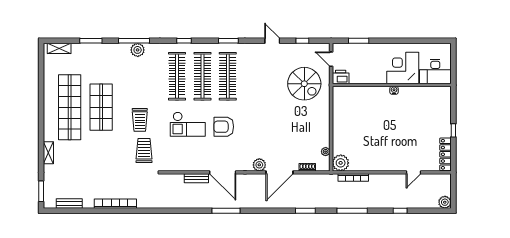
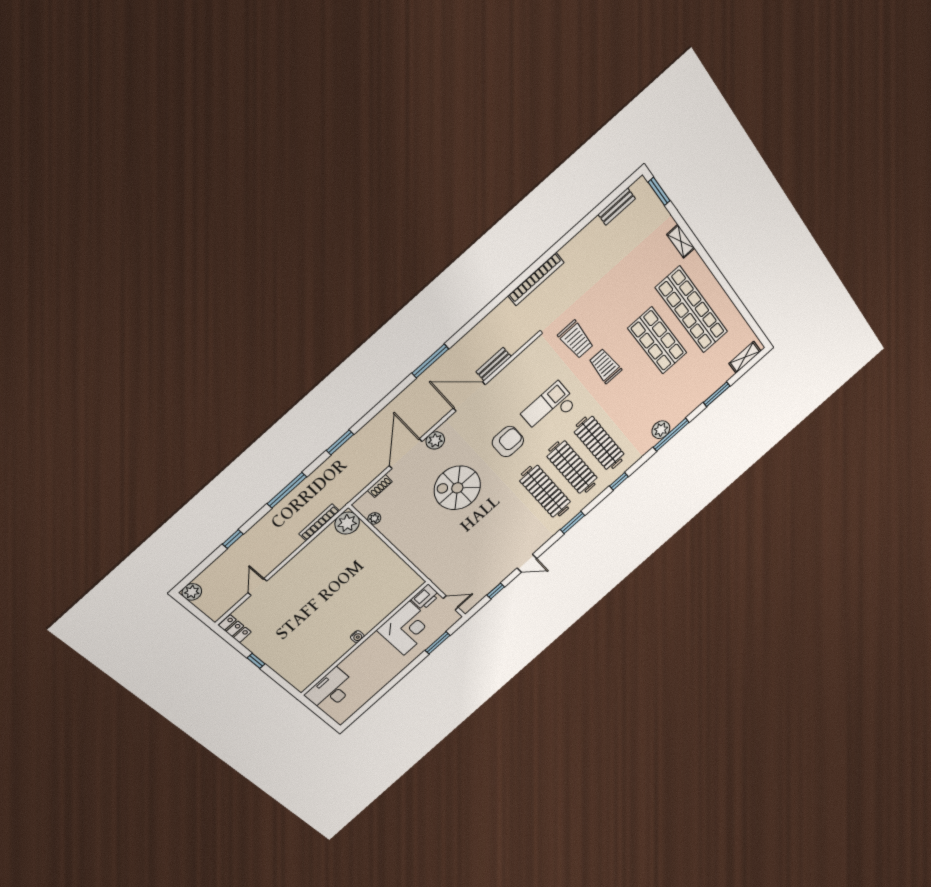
corner desk: (403, 68) -> (407, 628), moved
spiral stairs: (304, 84) -> (457, 488), moved
locker: (445, 154) -> (235, 629), width x0.66
bookcase: (115, 204) -> (536, 279), moved

